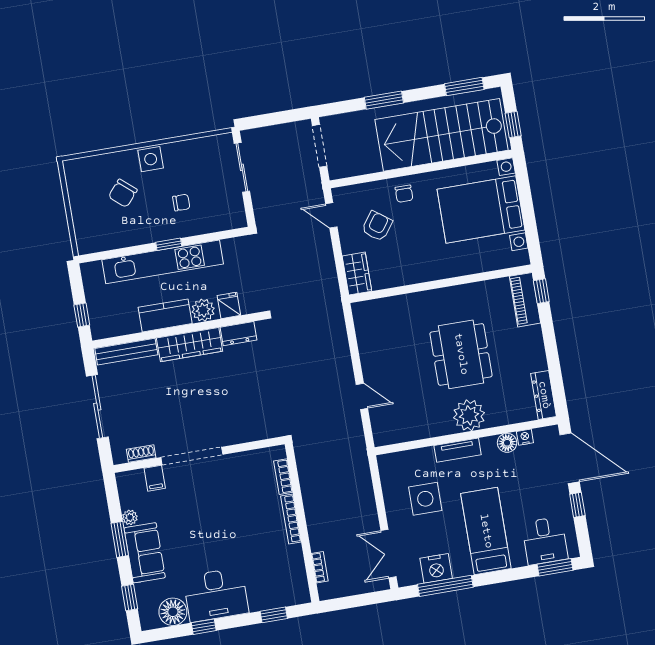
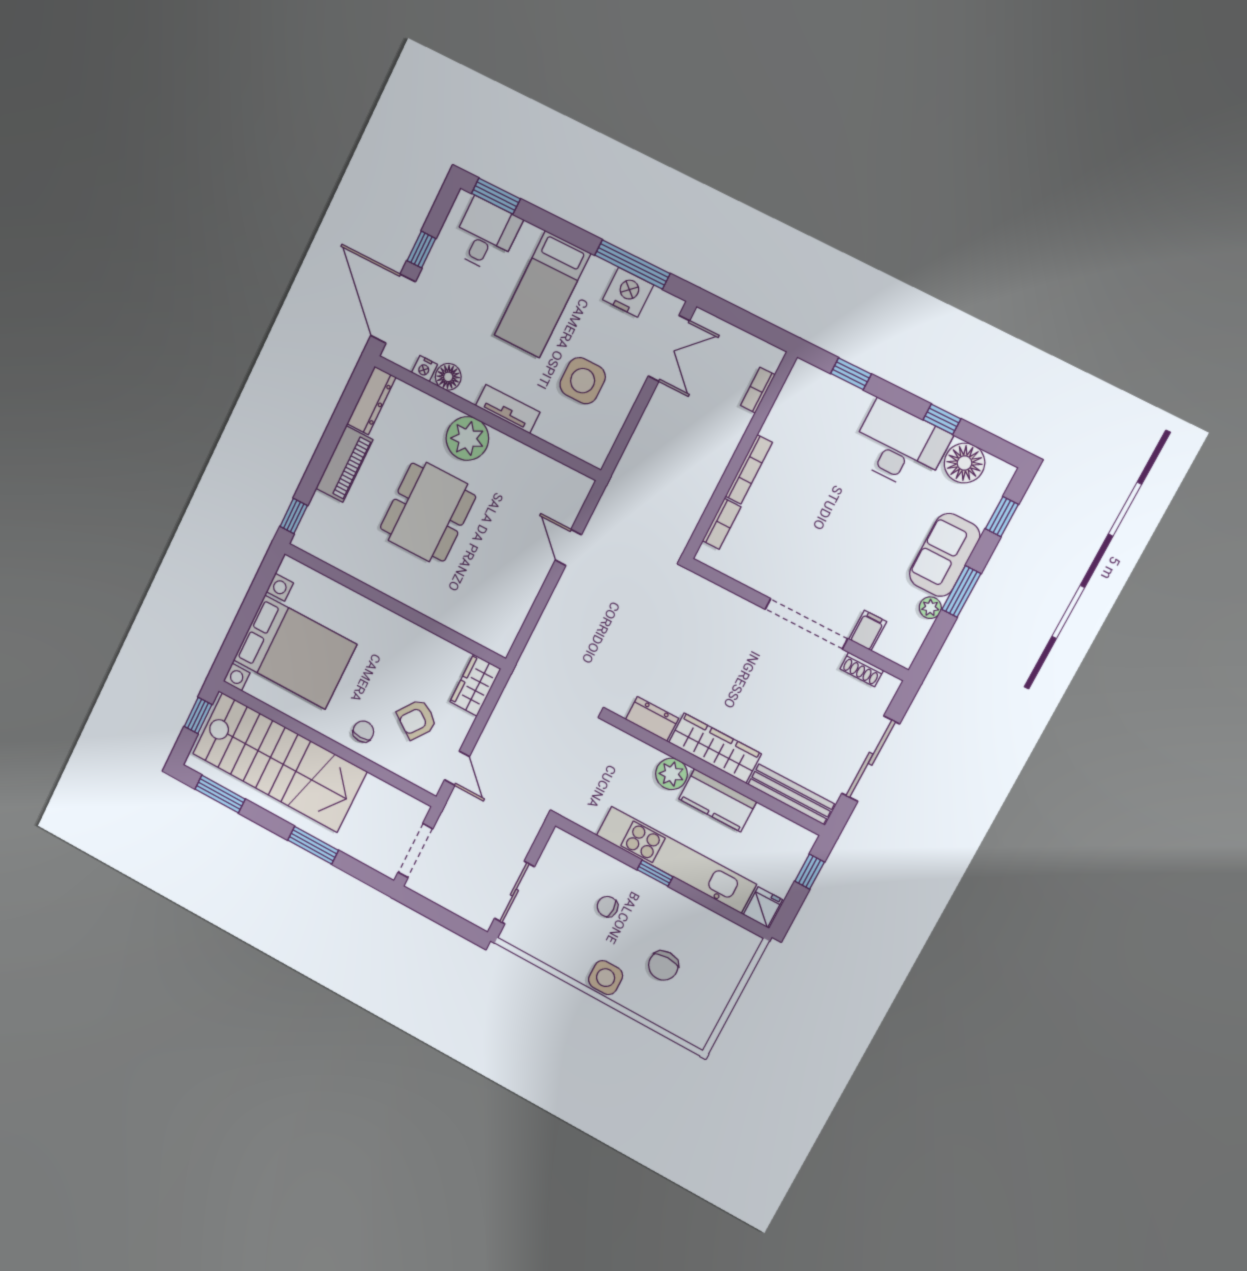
chair: (123, 193) -> (663, 966), turned 139
piano: (525, 300) -> (344, 464), moved
fridge: (229, 305) -> (763, 907), moved, turned 180

